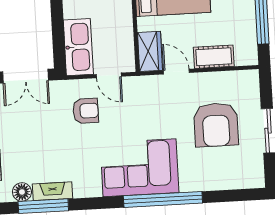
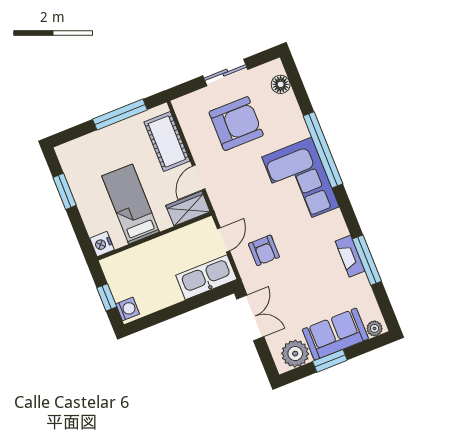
cot: (214, 57) -> (167, 142), width x1.37, depth x1.34
armchair: (86, 111) -> (264, 250), turned 180
floor lamp: (22, 192) -> (281, 84), moved

